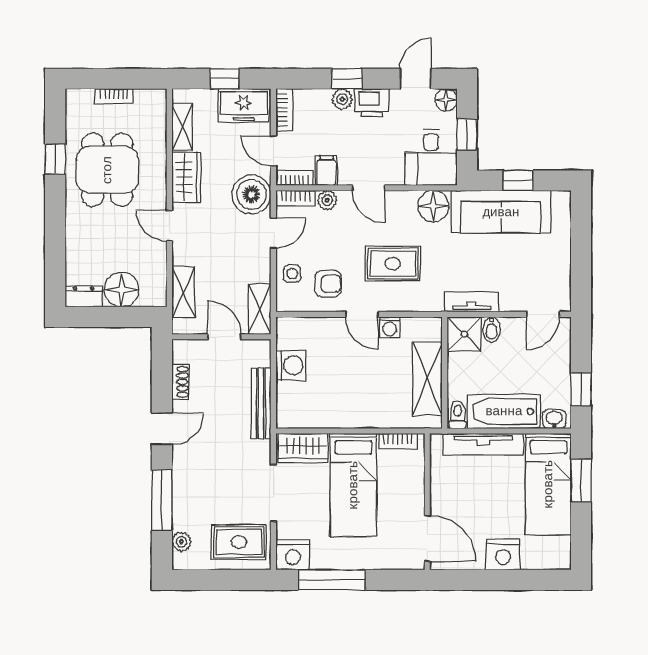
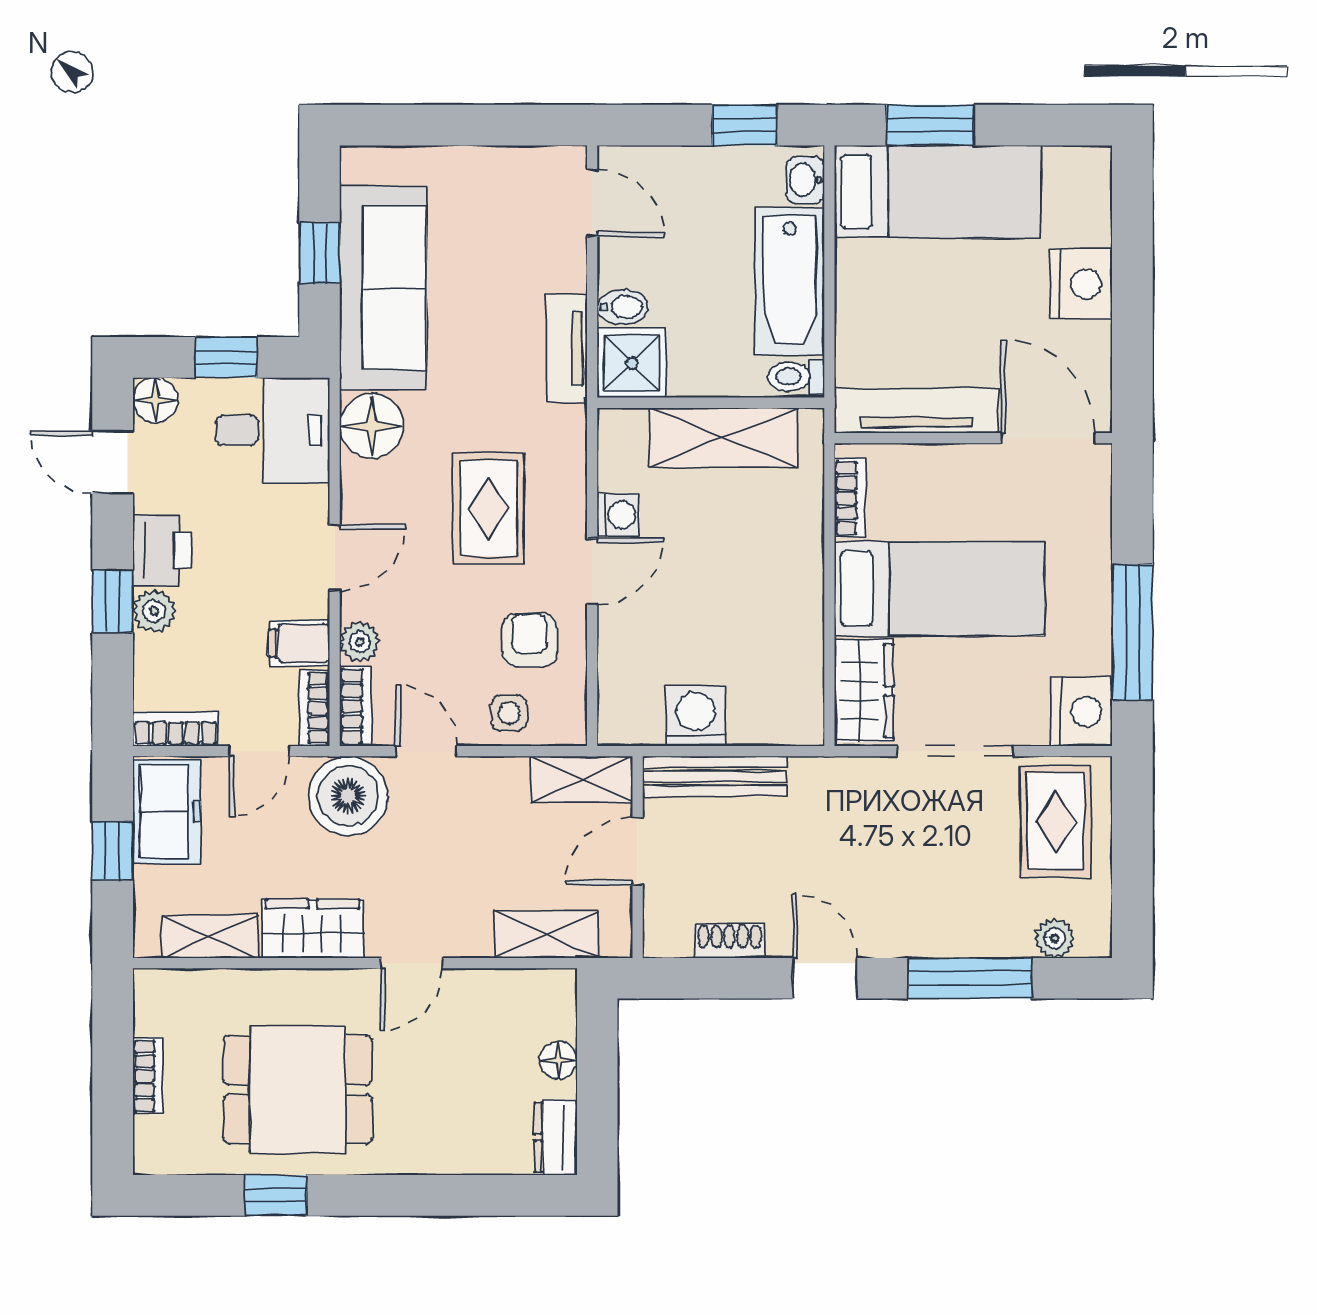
floor lamp: (122, 290) -> (558, 1060), width x0.53, depth x0.53
bench: (261, 403) -> (715, 776), moved
tv unit: (483, 444) -> (917, 411), moved, turned -90
door: (427, 538) -> (1048, 438), hinge flipped

